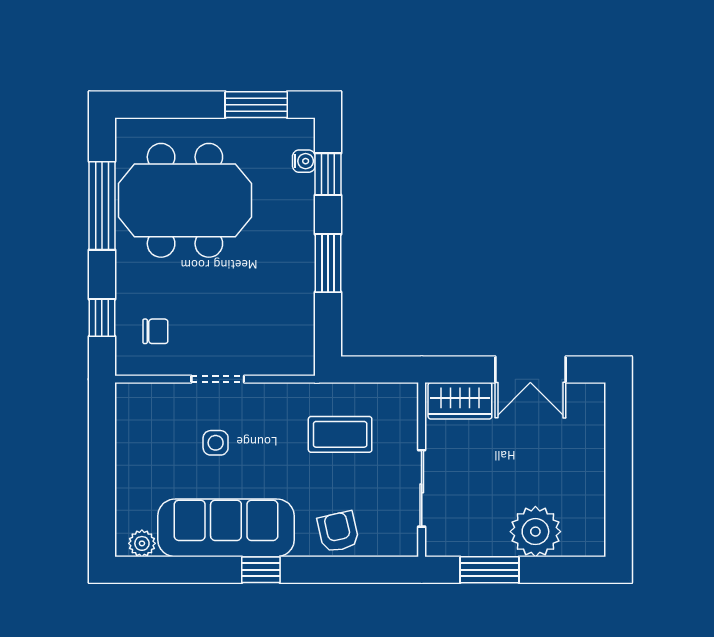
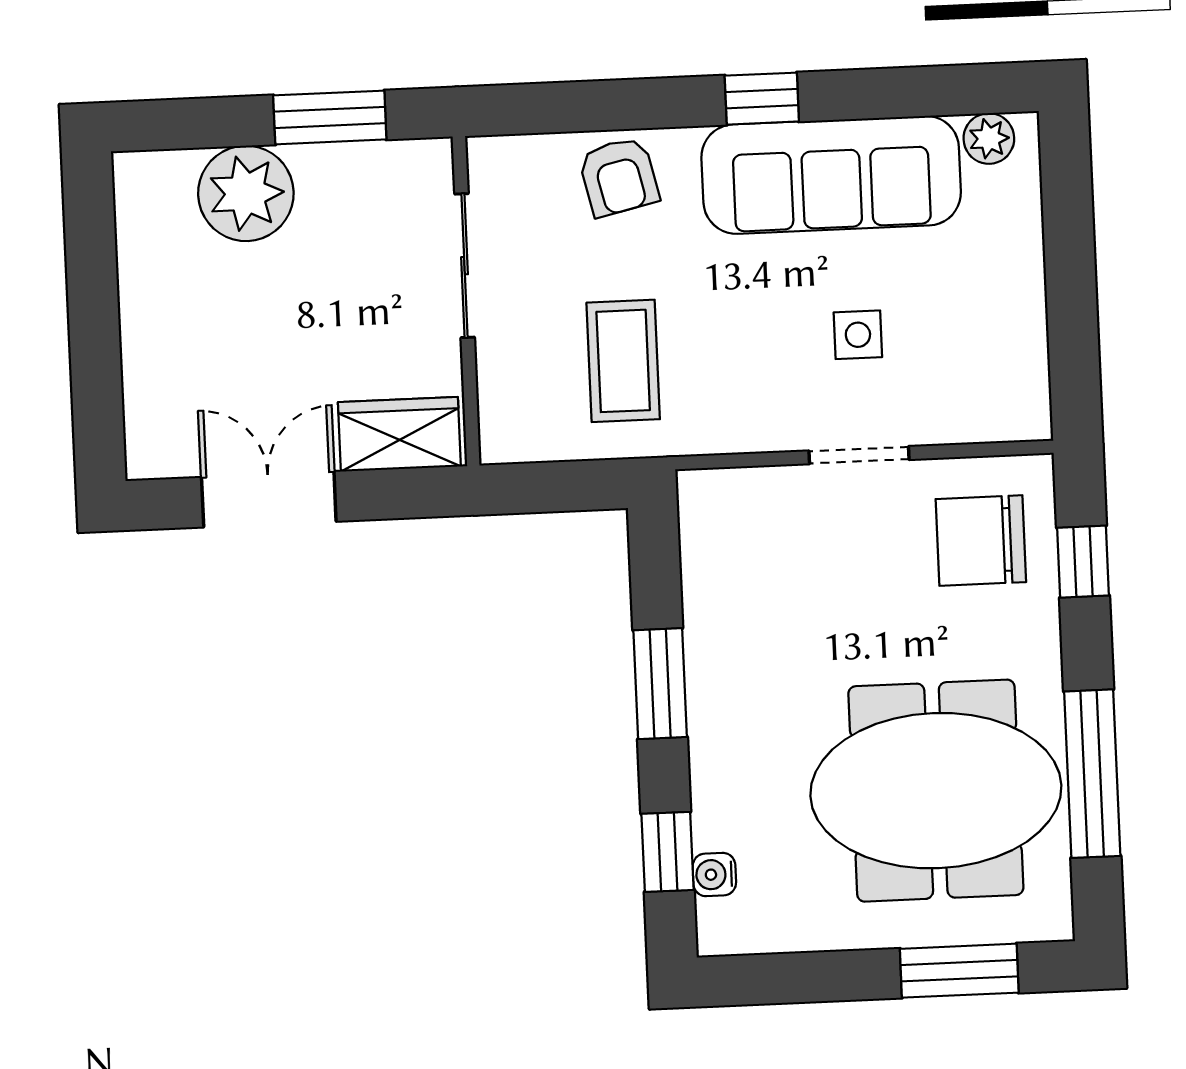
window: (256, 105) -> (959, 971), moved
chair: (155, 331) -> (981, 541), width x1.87, depth x1.87
coffee table: (340, 434) -> (623, 361), turned 90

